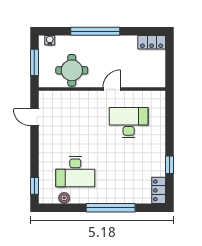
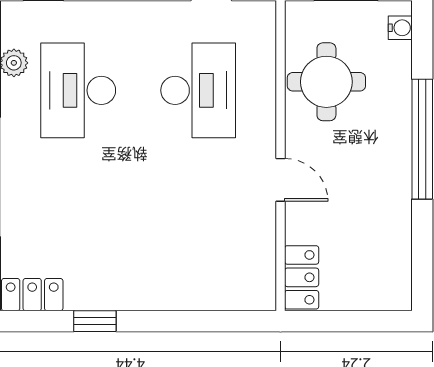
locker: (152, 42) -> (302, 277), moved, turned 180
desk: (129, 123) -> (198, 90), moved

